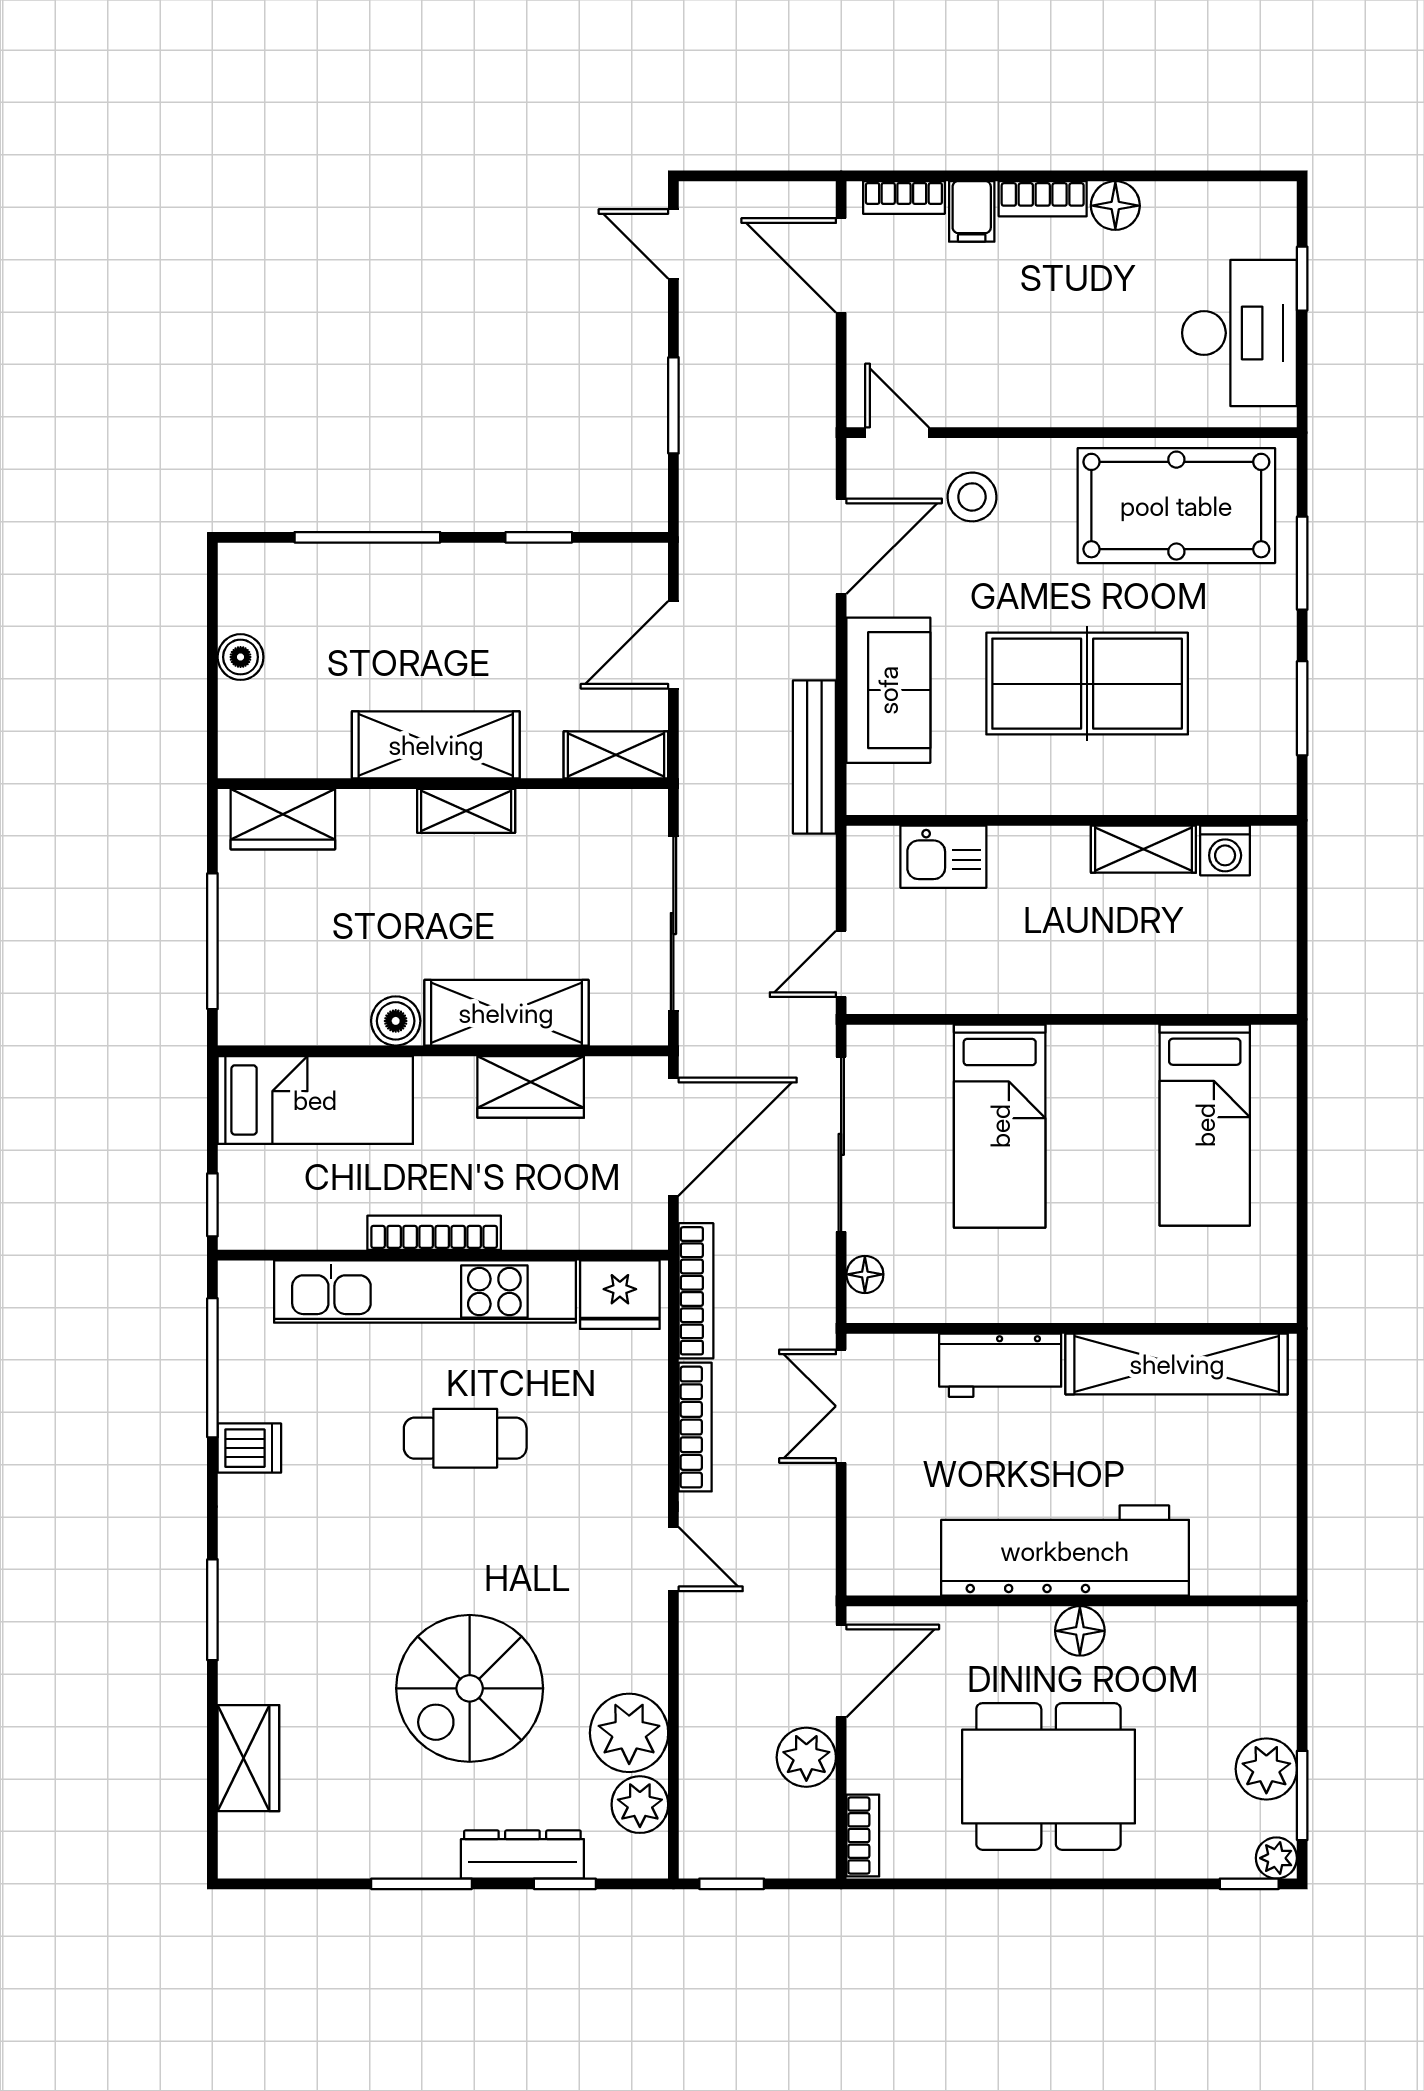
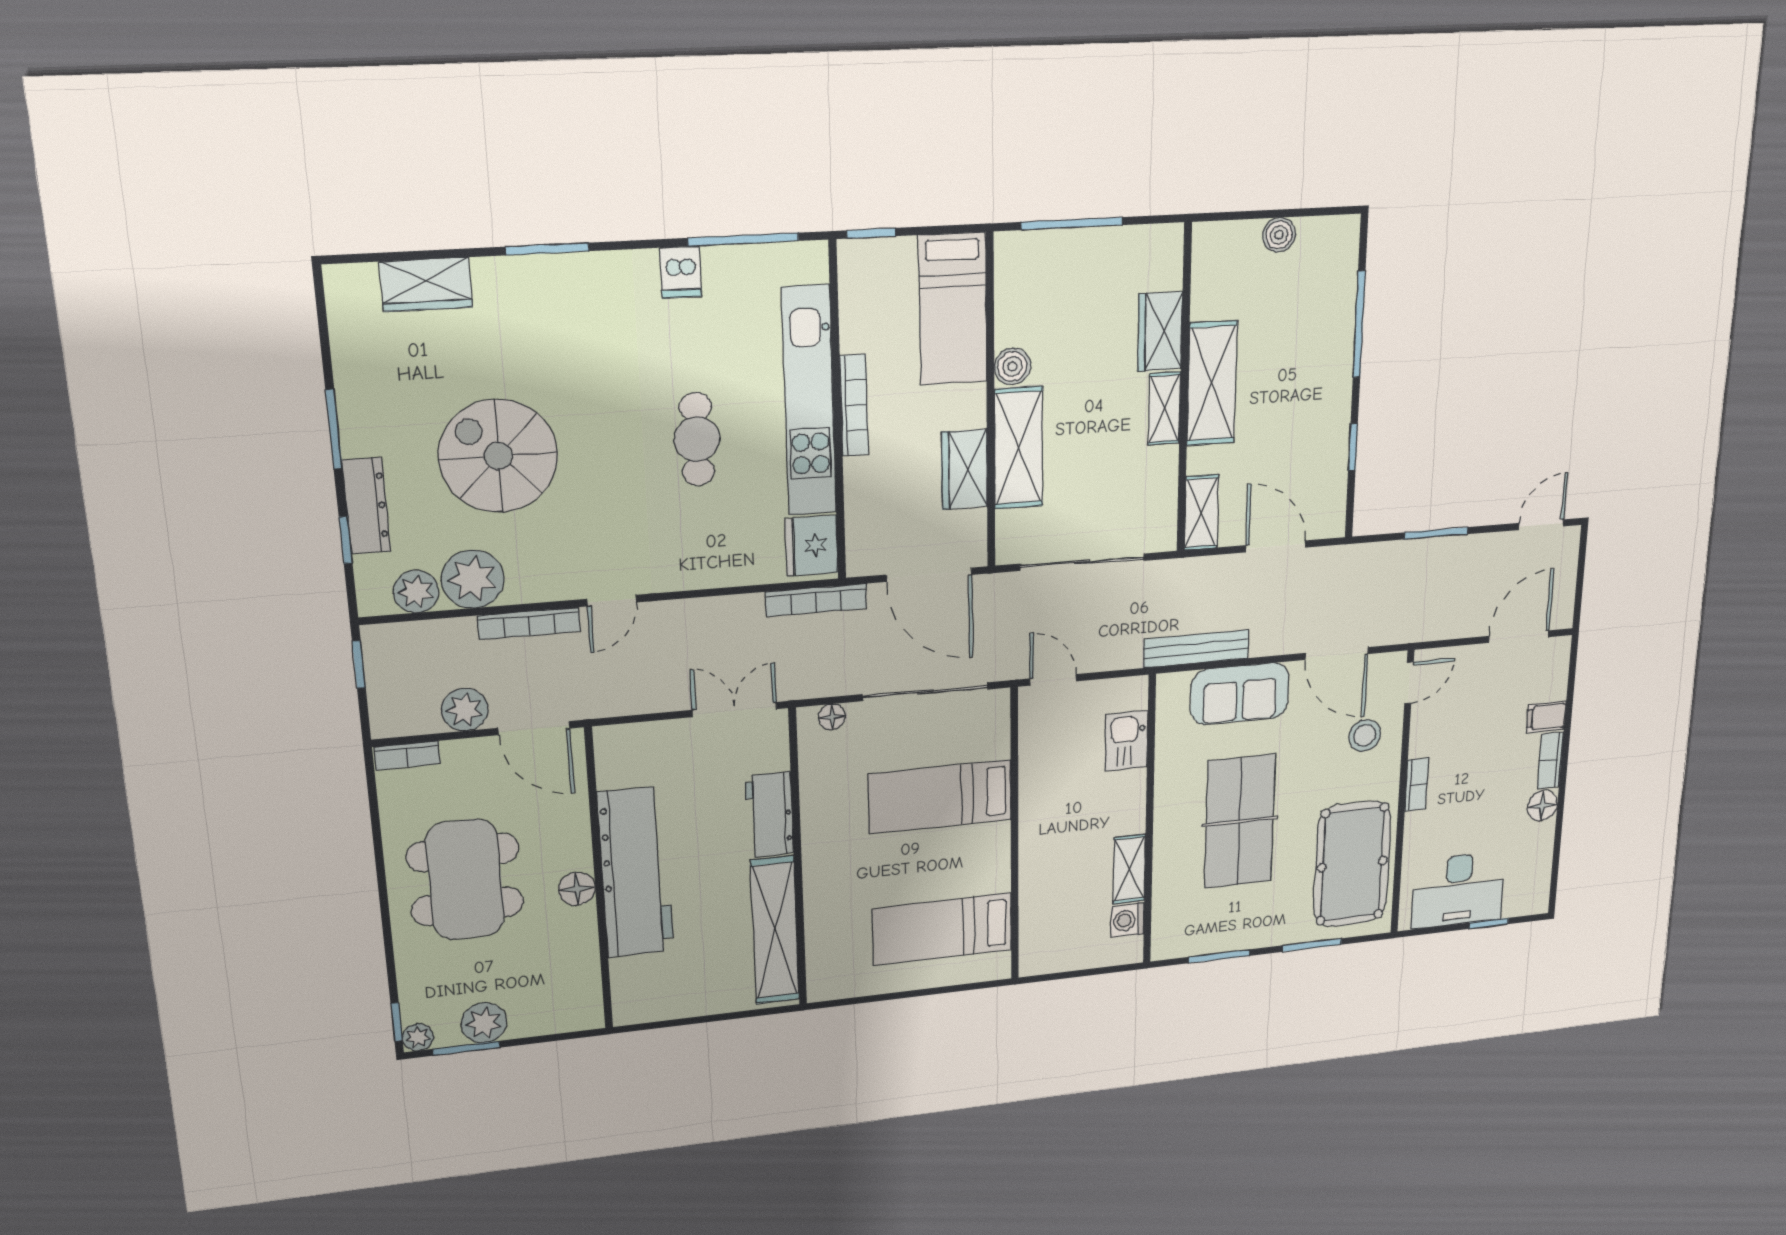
bookcase: (904, 197) -> (1417, 784), moved, turned 180
wardrobe: (283, 819) -> (1160, 332), moved
bookcase: (695, 1427) -> (529, 623), moved

